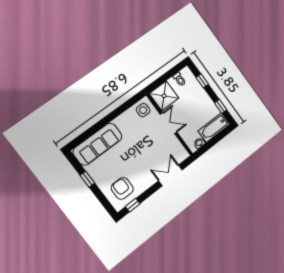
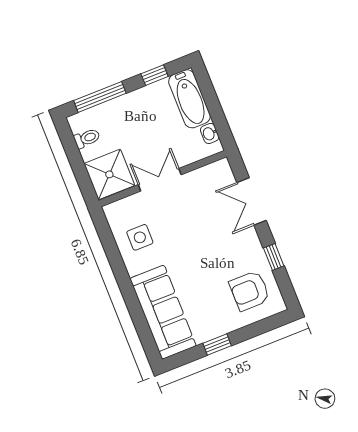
window: (202, 81) -> (100, 97), width x2.17
side table: (143, 110) -> (140, 237), moved
window: (133, 205) -> (274, 257), moved

